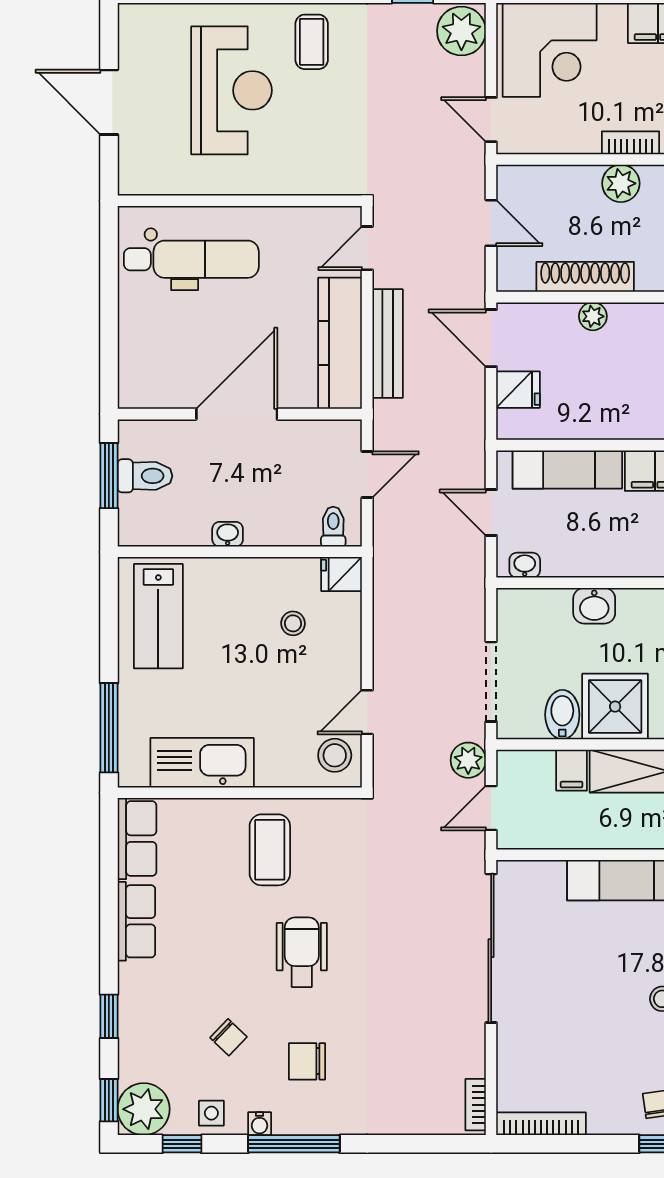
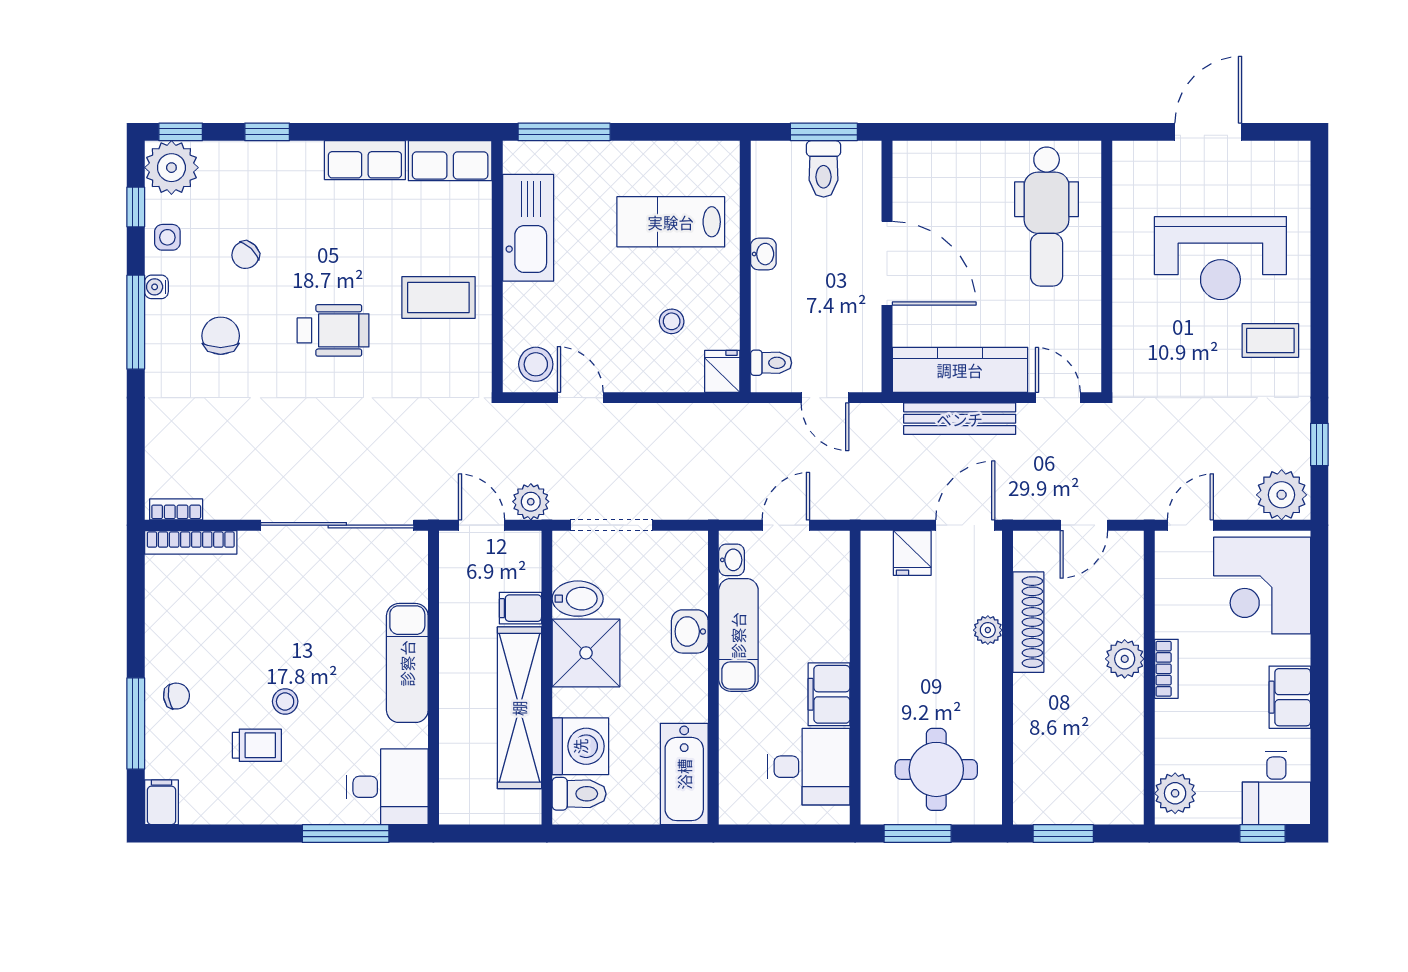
exam couch: (567, 469) -> (738, 635), moved, turned 180
lab bench: (158, 616) -> (671, 222), moved
bookcase: (541, 1124) -> (191, 542), moved, turned 90

